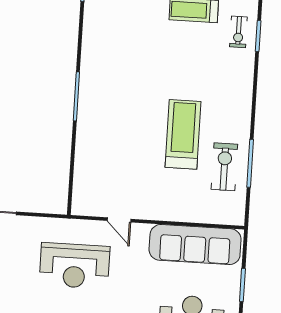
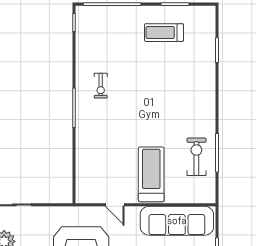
exercise bike: (238, 32) -> (101, 86), moved
treadmill: (183, 134) -> (151, 174), moved

